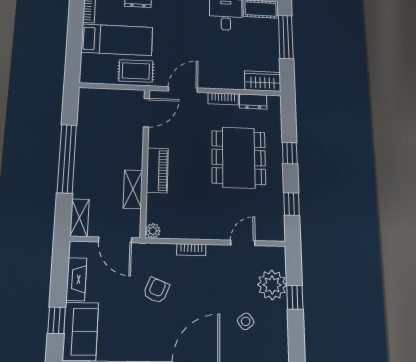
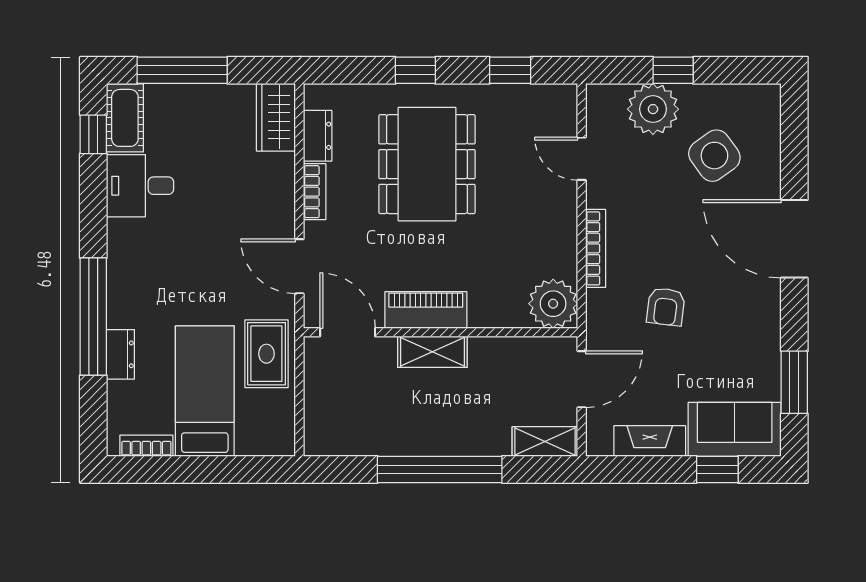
dining table: (239, 158) -> (427, 164), turned 90
piano: (157, 170) -> (426, 310), moved
shelving: (133, 189) -> (432, 352), moved
plant: (153, 231) -> (553, 304), width x1.88, depth x1.88
bookcase: (191, 250) -> (596, 248), width x1.56
armchair: (156, 290) -> (666, 307), turned -105
side table: (246, 321) -> (714, 156), width x1.87, depth x1.87

